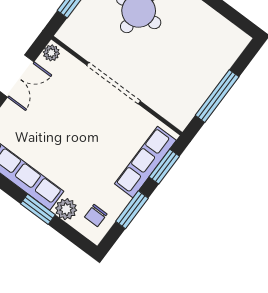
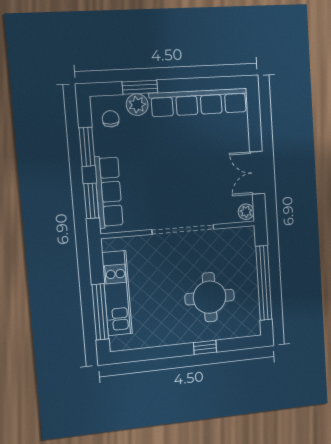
kitchen unit: (207, 79) -> (117, 293), added
window: (217, 96) -> (100, 312), moved
window: (38, 209) -> (140, 87), moved

